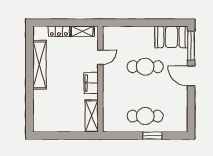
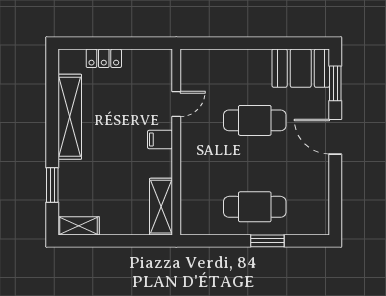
shelving: (82, 31) -> (79, 226), moved
window: (191, 46) -> (335, 83), width x0.69
filing cabinet: (91, 83) -> (160, 139), width x0.50
window: (29, 104) -> (52, 185), added

